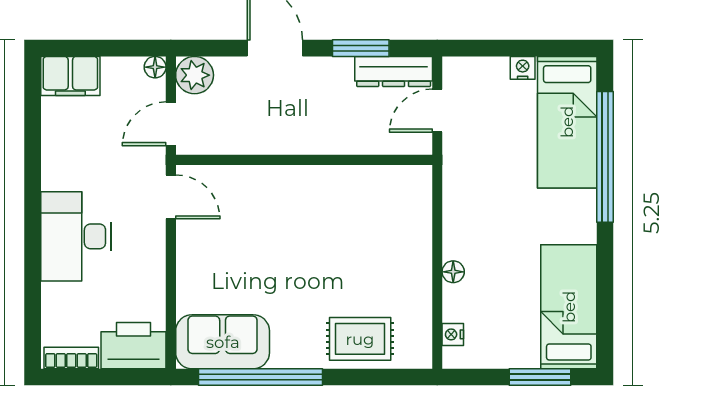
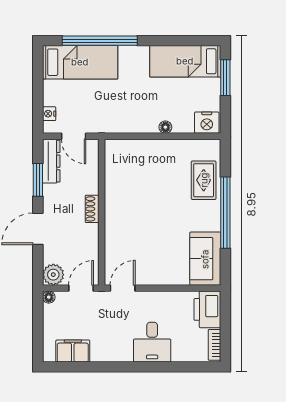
nightstand: (523, 68) -> (49, 114), moved
filing cabinet: (70, 76) -> (73, 351), moved, turned -90
door: (171, 124) -> (81, 288), swing flipped
shoe rack: (310, 143) -> (92, 209), added
desk: (76, 236) -> (152, 342), width x0.73
nightstand: (453, 334) -> (207, 123), width x1.89, depth x1.79
window: (261, 377) -> (225, 213), moved

